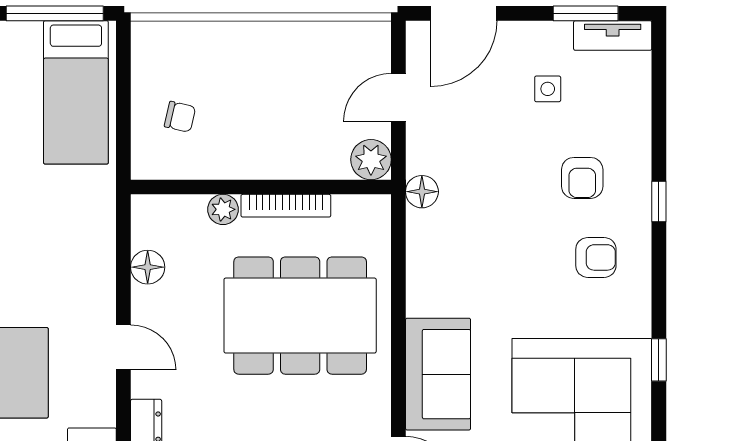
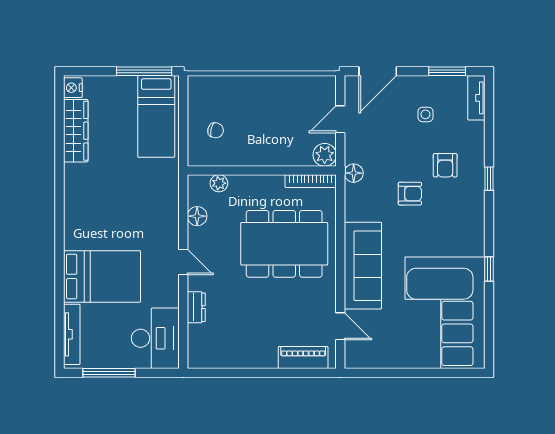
tv unit: (613, 35) -> (476, 98), moved, turned 90
bookcase: (286, 206) -> (311, 181), moved
plant: (223, 209) -> (219, 183), moved
armchair: (596, 257) -> (410, 194), moved
sofa: (438, 374) -> (363, 266), width x1.36

